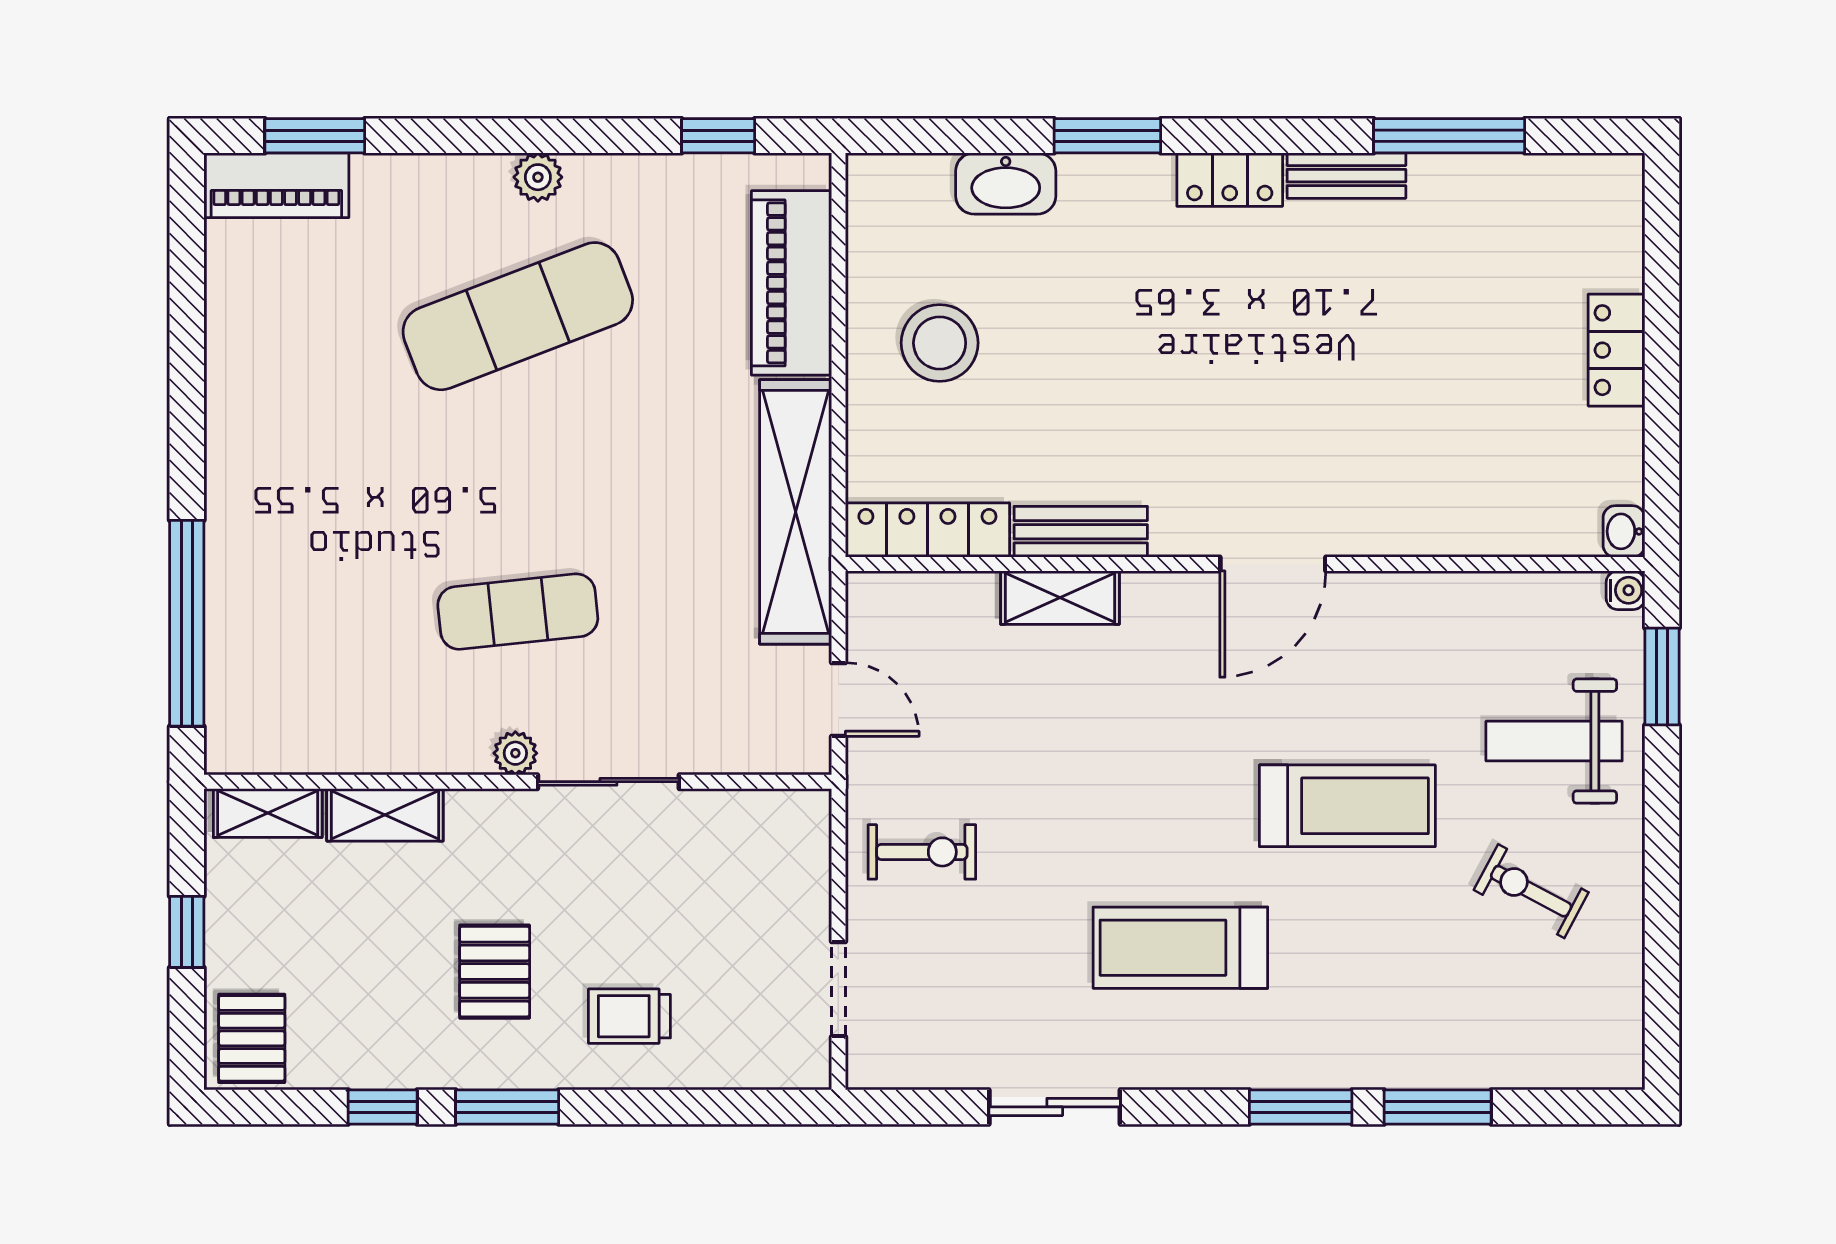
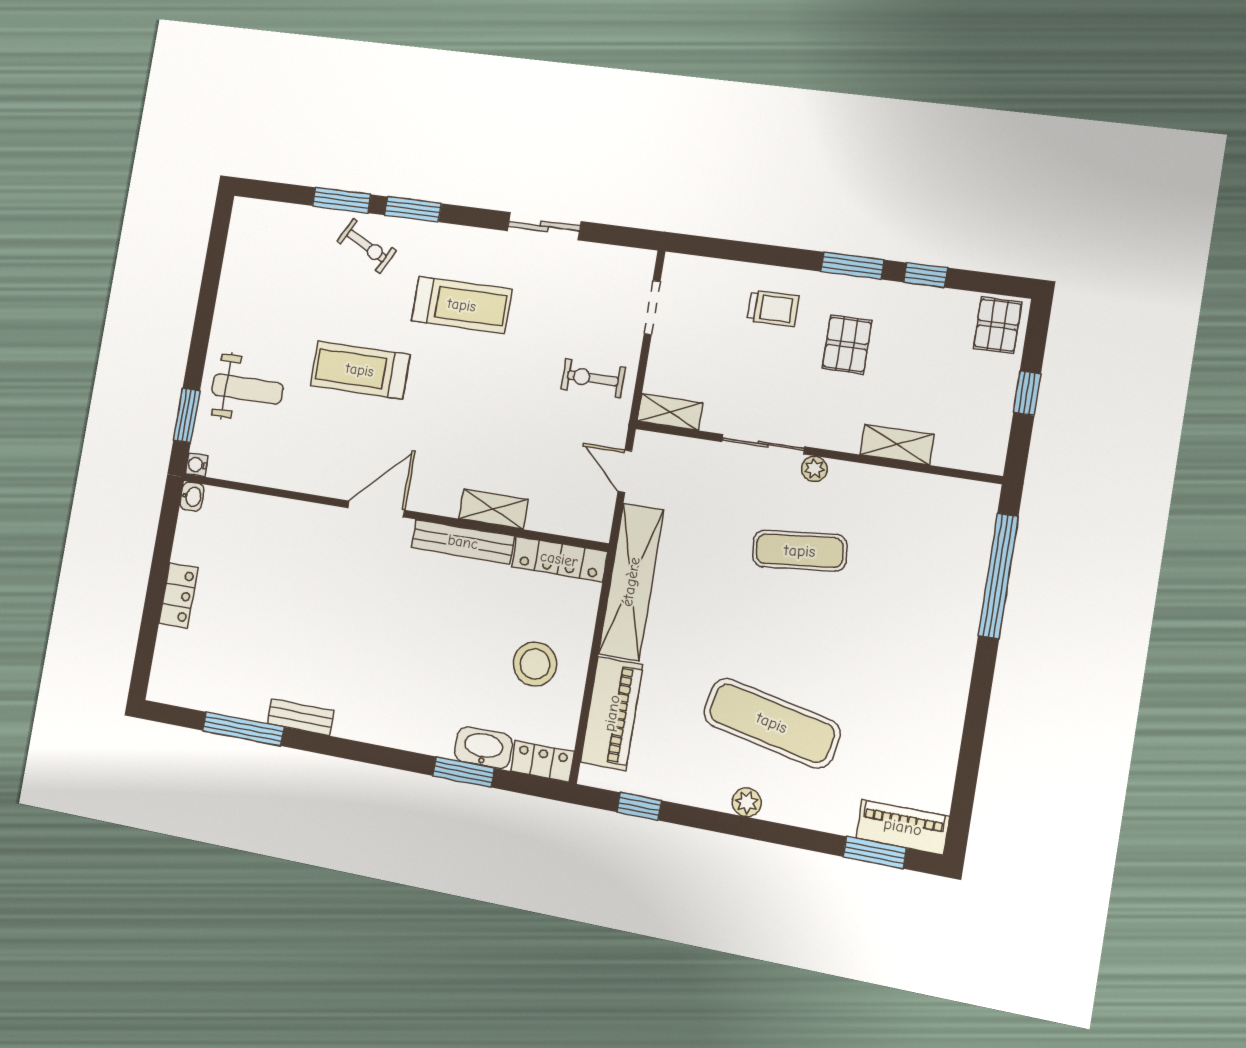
window: (1107, 136) -> (464, 772), moved
locker: (1230, 180) -> (542, 761), moved
exercise mat: (518, 316) -> (772, 723), turned 33
bench: (1081, 532) -> (463, 542), width x1.36
shelving: (268, 813) -> (670, 412), moved
exercise bike: (1531, 891) -> (367, 246), moved

